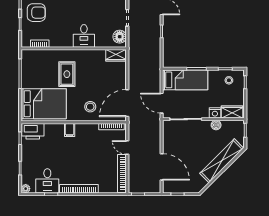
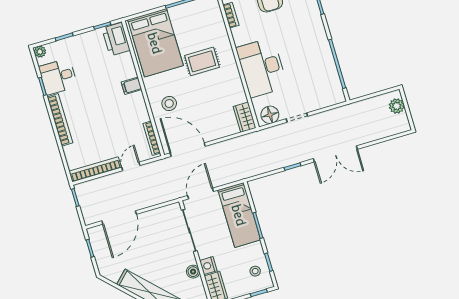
desk: (84, 36) -> (262, 67), width x1.87, depth x1.30

